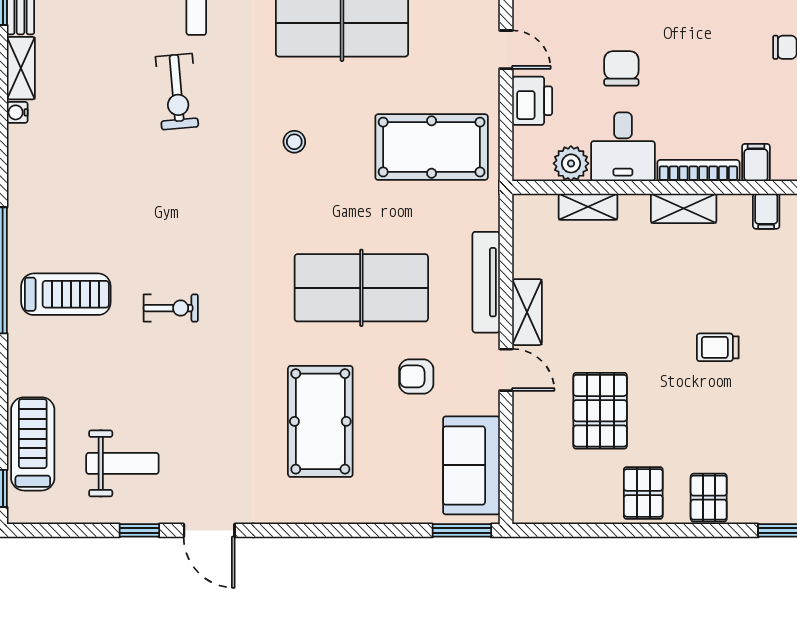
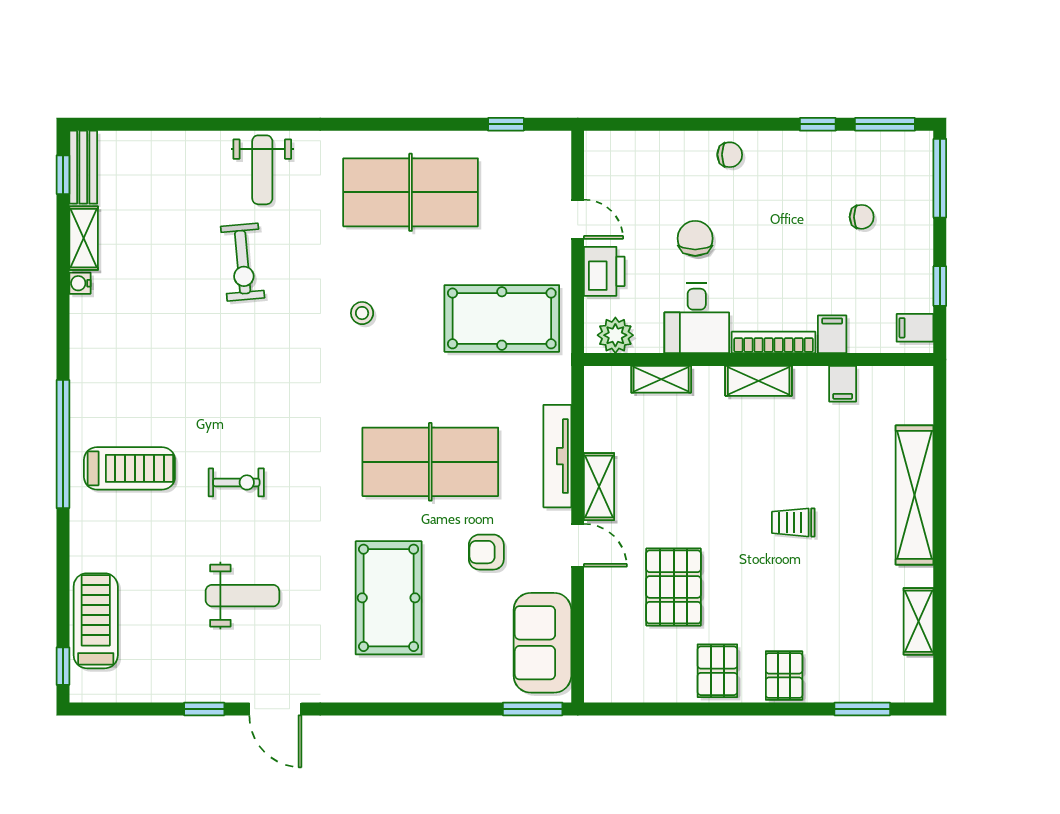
plant: (571, 163) -> (615, 335), moved
weight bench: (122, 463) -> (242, 596), moved

